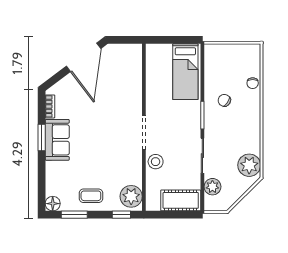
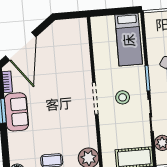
door: (84, 57) -> (21, 46), moved
stool: (156, 162) -> (123, 97), moved

